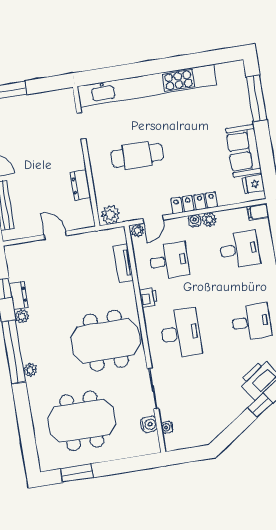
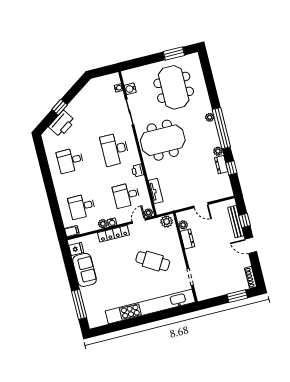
cafe table: (137, 155) -> (153, 261), turned 31
plant: (85, 207) -> (183, 225), added
meeting table: (82, 421) -> (174, 87), turned 90

